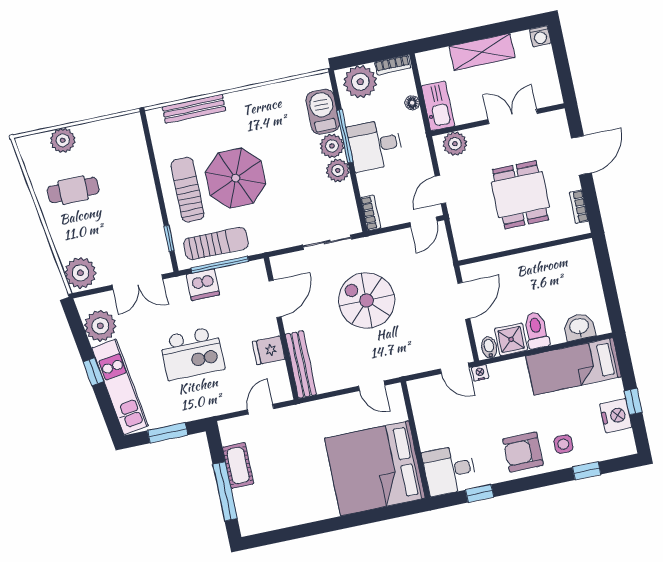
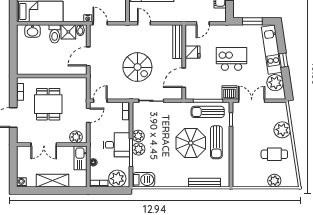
barbecue: (323, 112) -> (143, 180), moved, turned -90
plant: (80, 273) -> (282, 130), moved
dishwasher: (203, 285) -> (230, 92), moved

